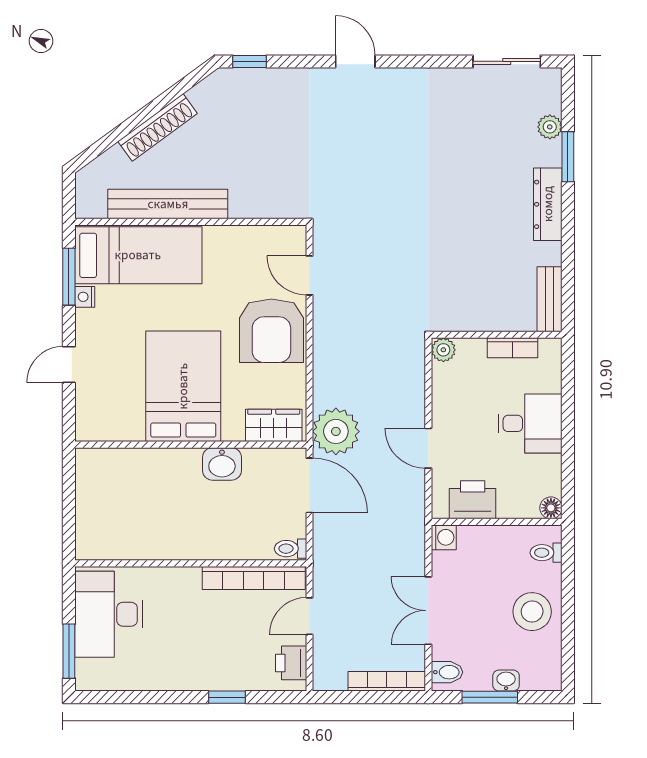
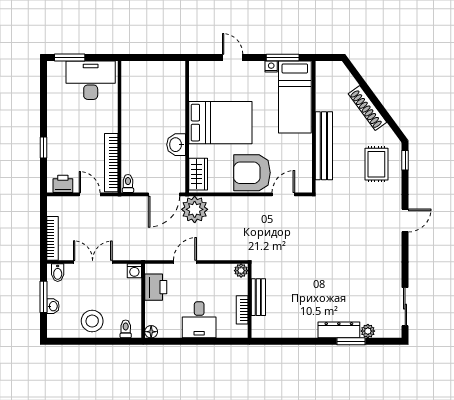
rug: (256, 112) -> (376, 164), added
bench: (168, 204) -> (324, 146), moved
dresser: (548, 204) -> (339, 330), moved
bench: (550, 299) -> (258, 297), moved, turned 90

